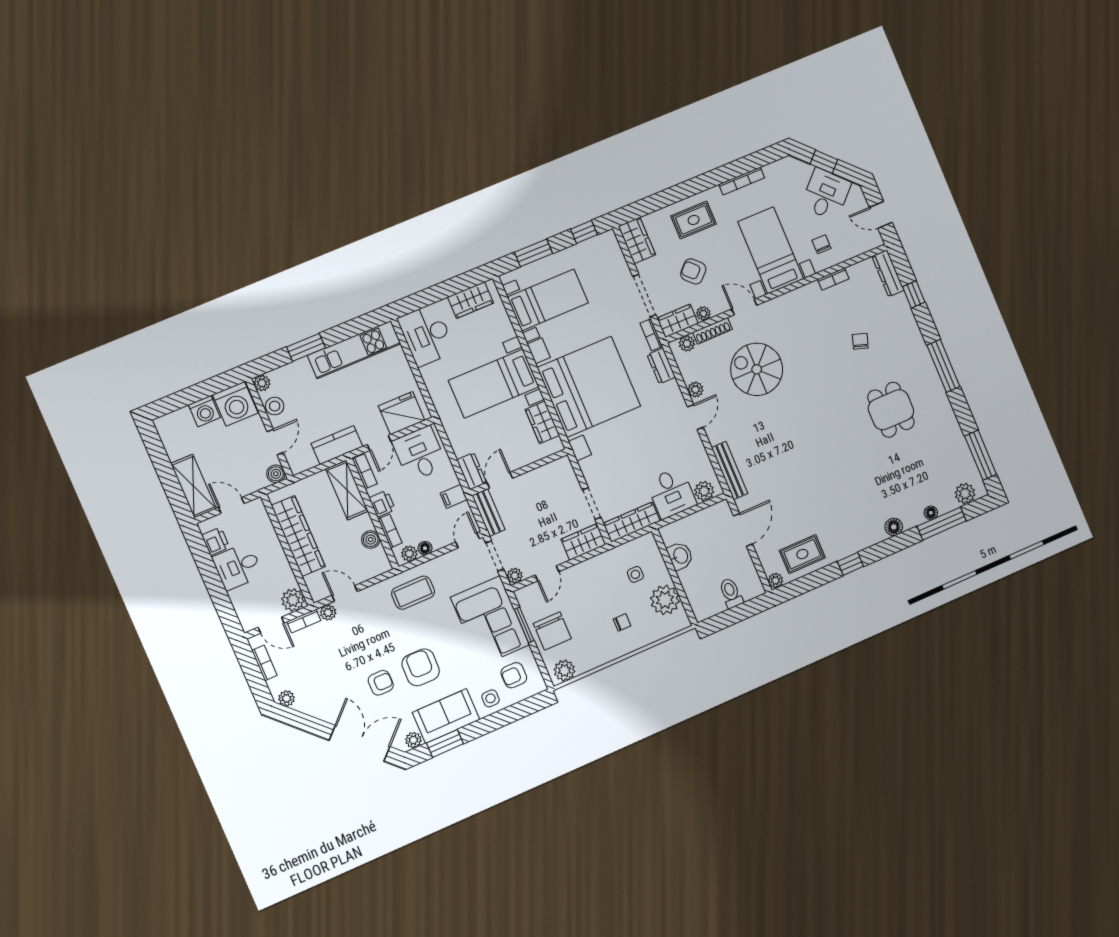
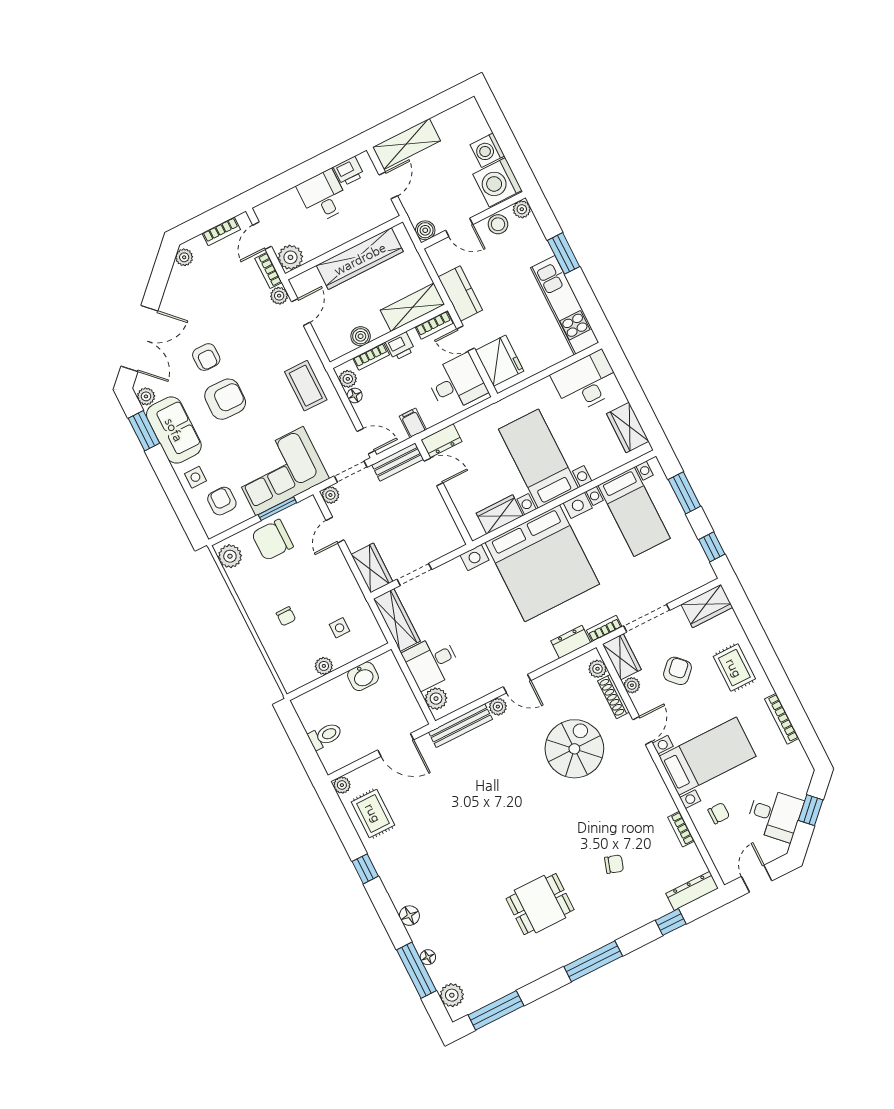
plant: (695, 390) -> (498, 707), moved
door: (547, 573) -> (335, 530), hinge flipped
plant: (665, 600) -> (324, 666), width x0.53, depth x0.53

